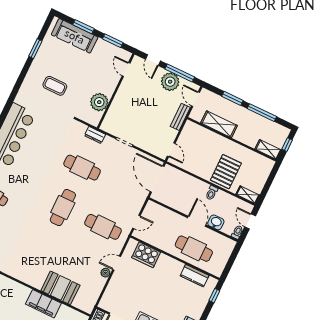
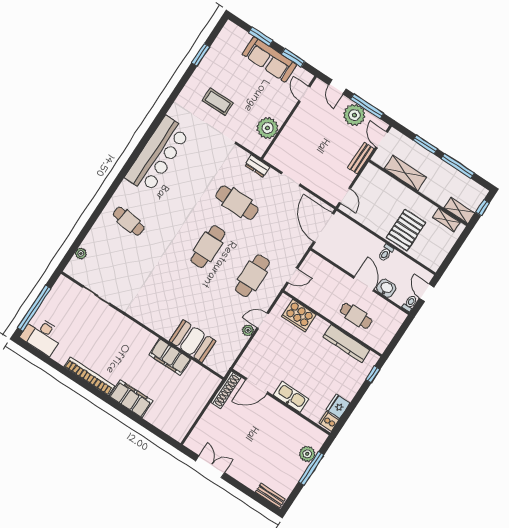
sofa: (75, 36) -> (269, 59), moved
shelving: (248, 195) -> (446, 220), moved
cafe table: (103, 227) -> (252, 276), turned 90
cafe table: (194, 249) -> (356, 316), width x0.73, depth x0.74
kitchen counter: (195, 276) -> (346, 343), width x1.50

